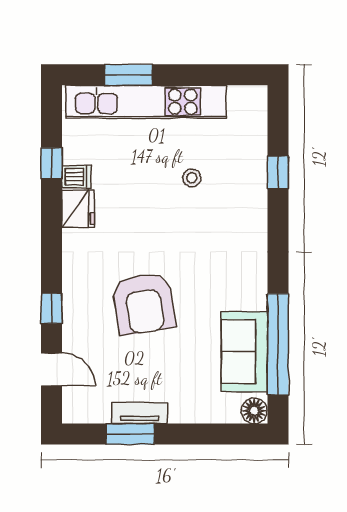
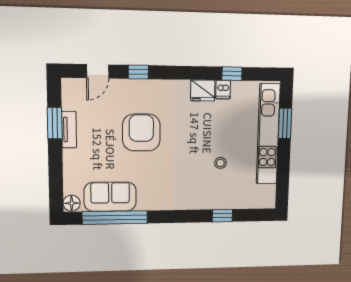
armchair: (144, 303) -> (141, 133), turned 99

